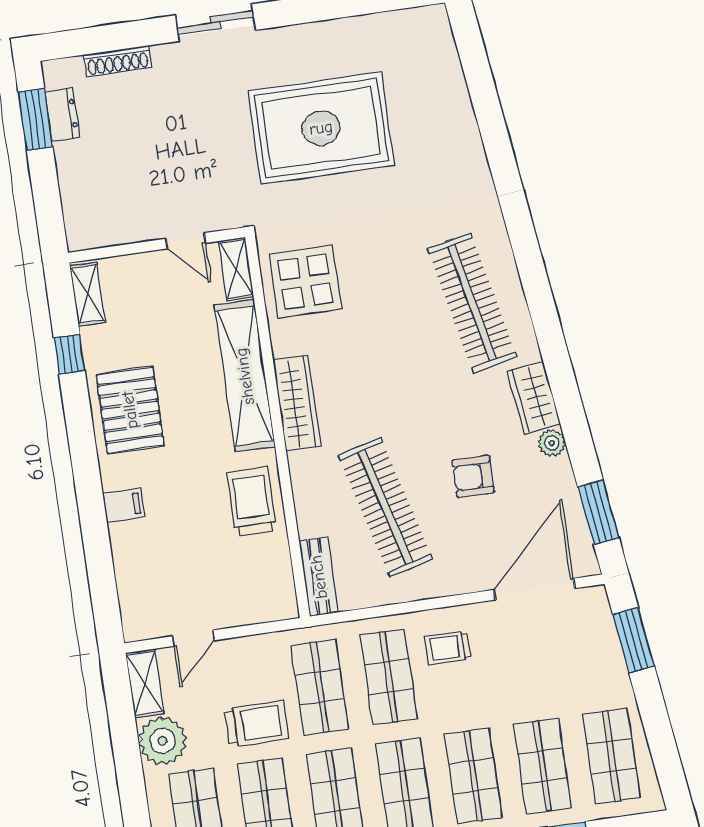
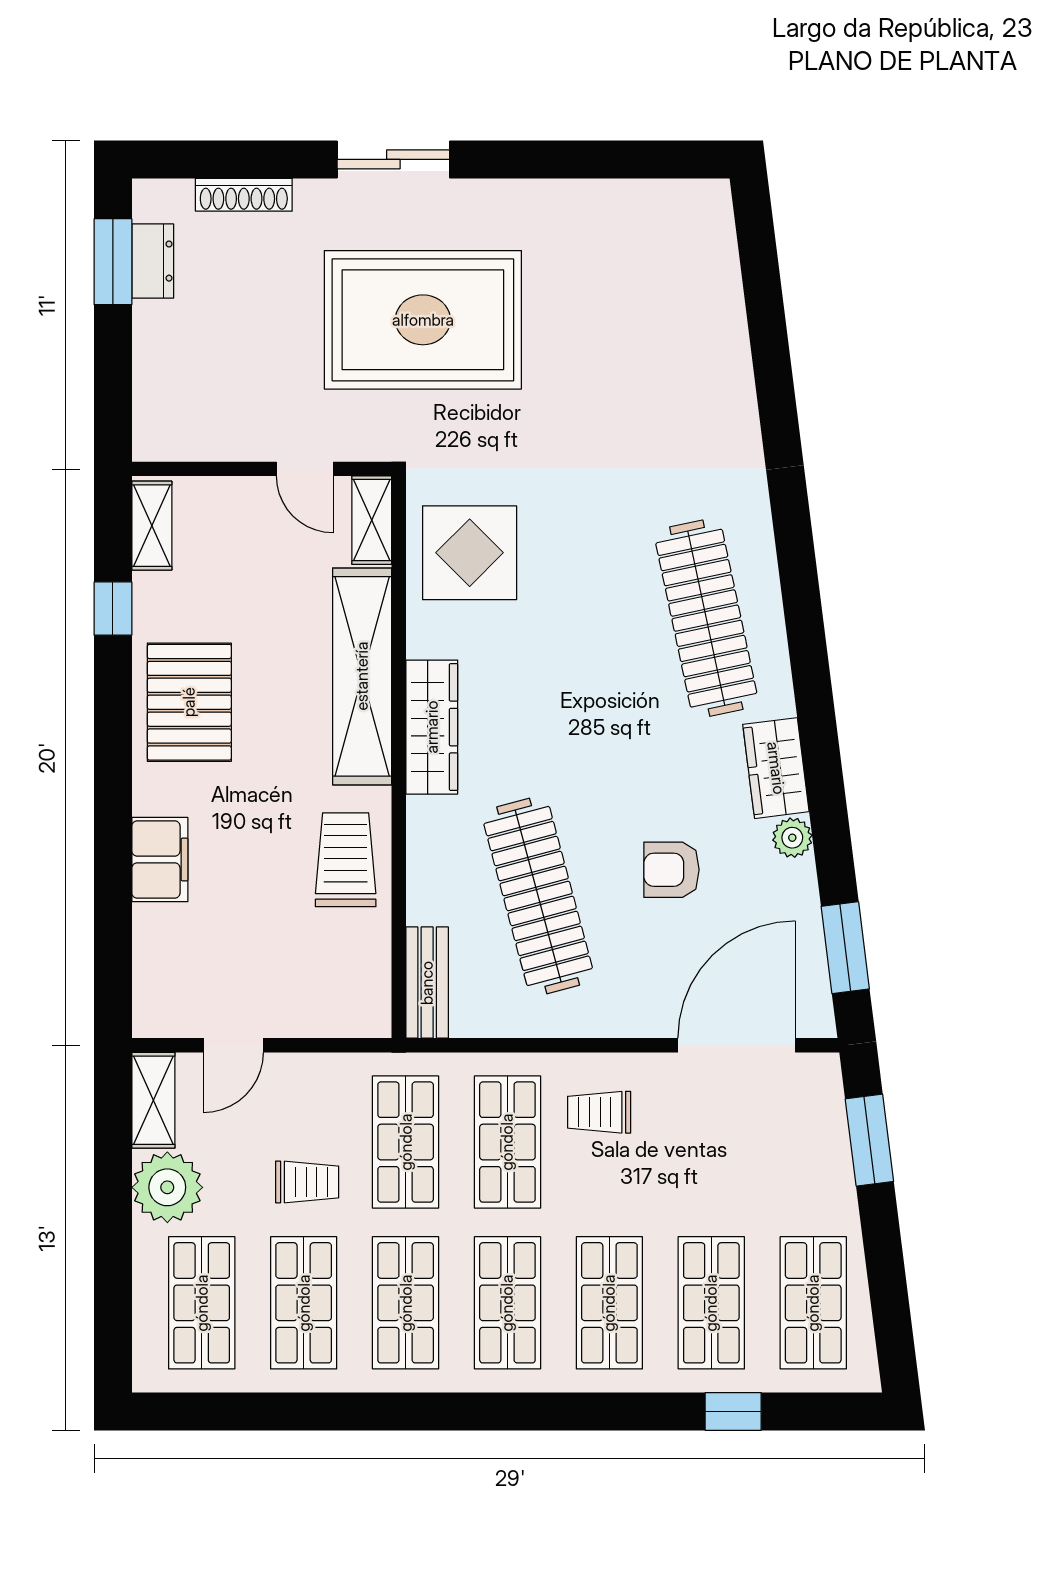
rug: (321, 128) -> (423, 320), moved
filing cabinet: (124, 505) -> (160, 860), width x2.00
trolley: (257, 724) -> (307, 1182), width x0.73, depth x0.72

